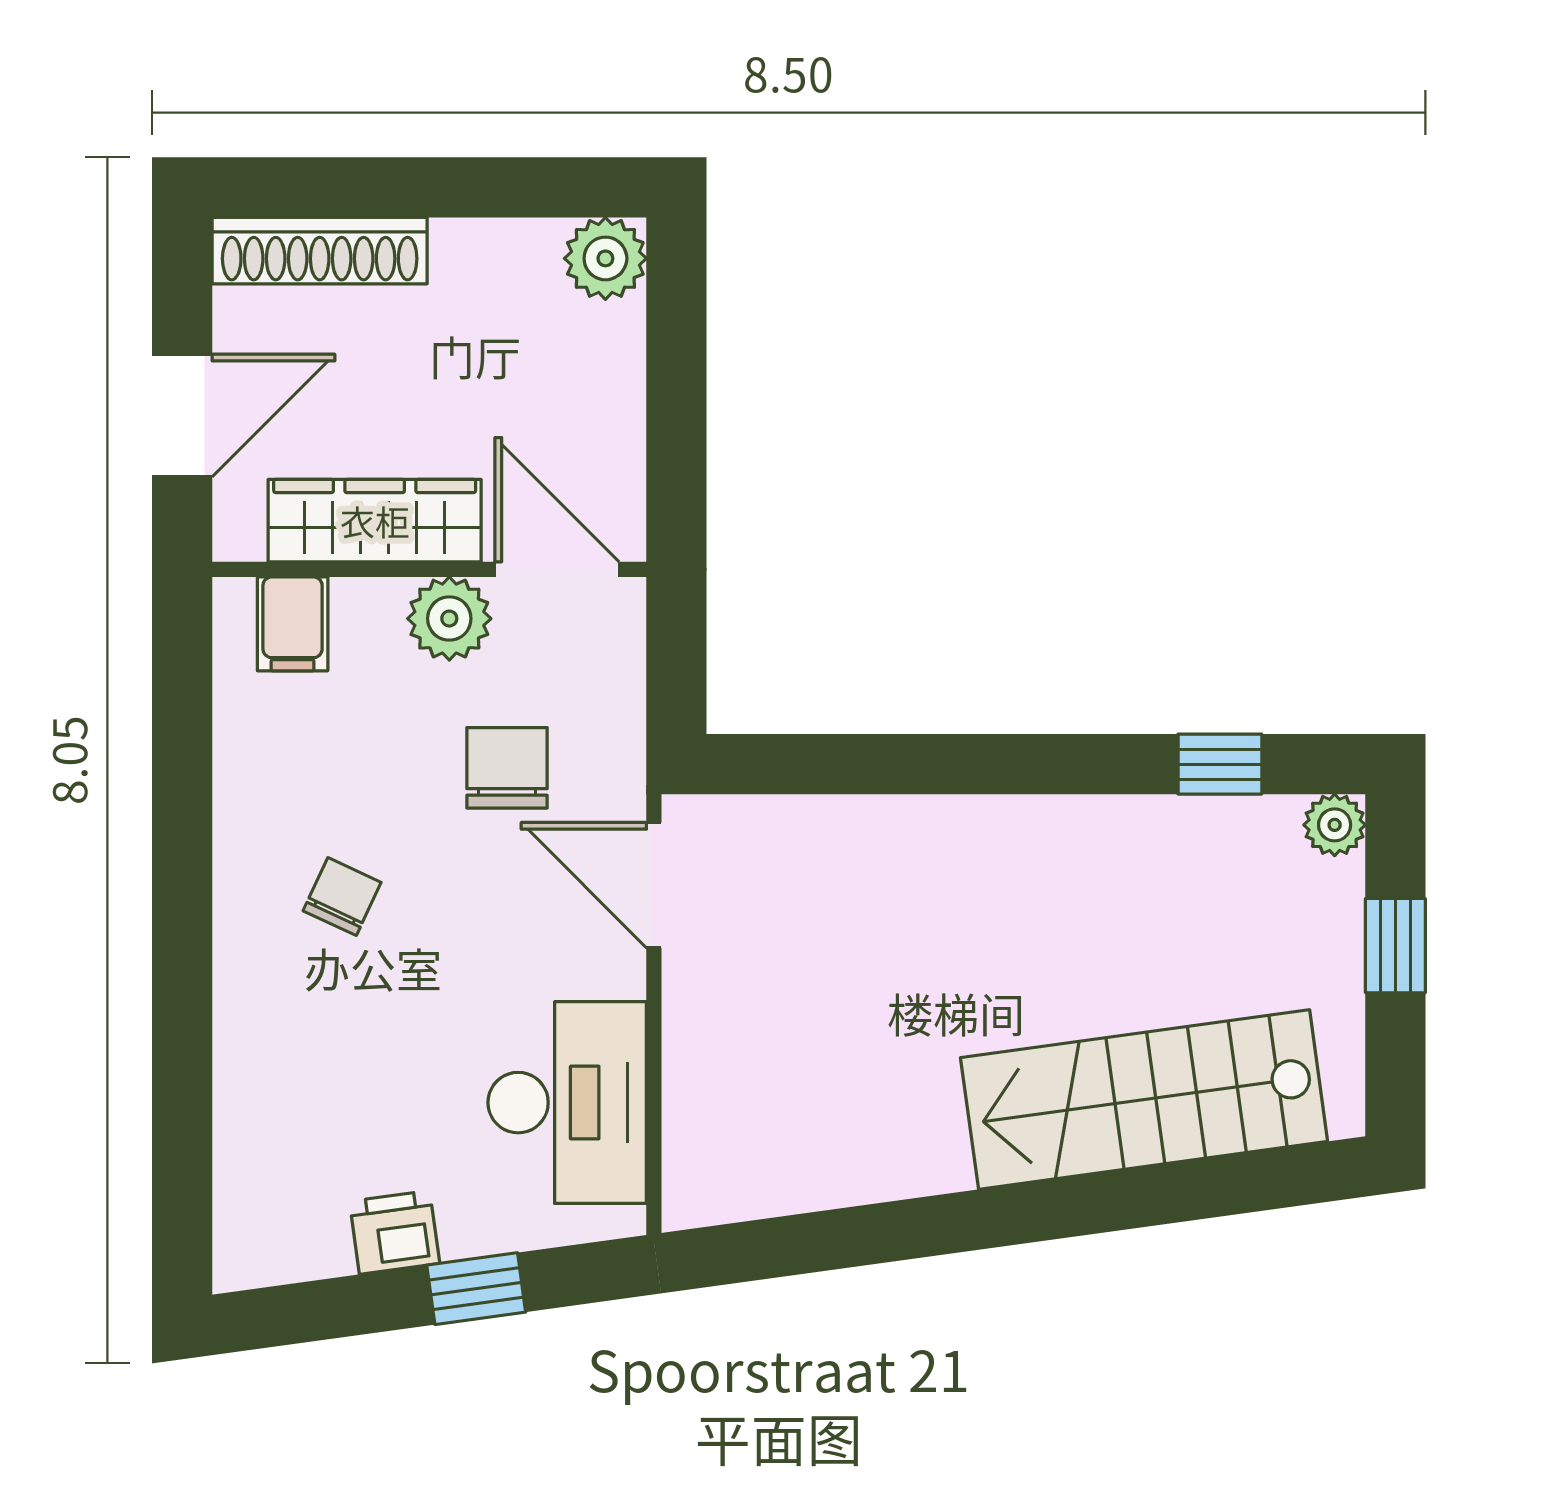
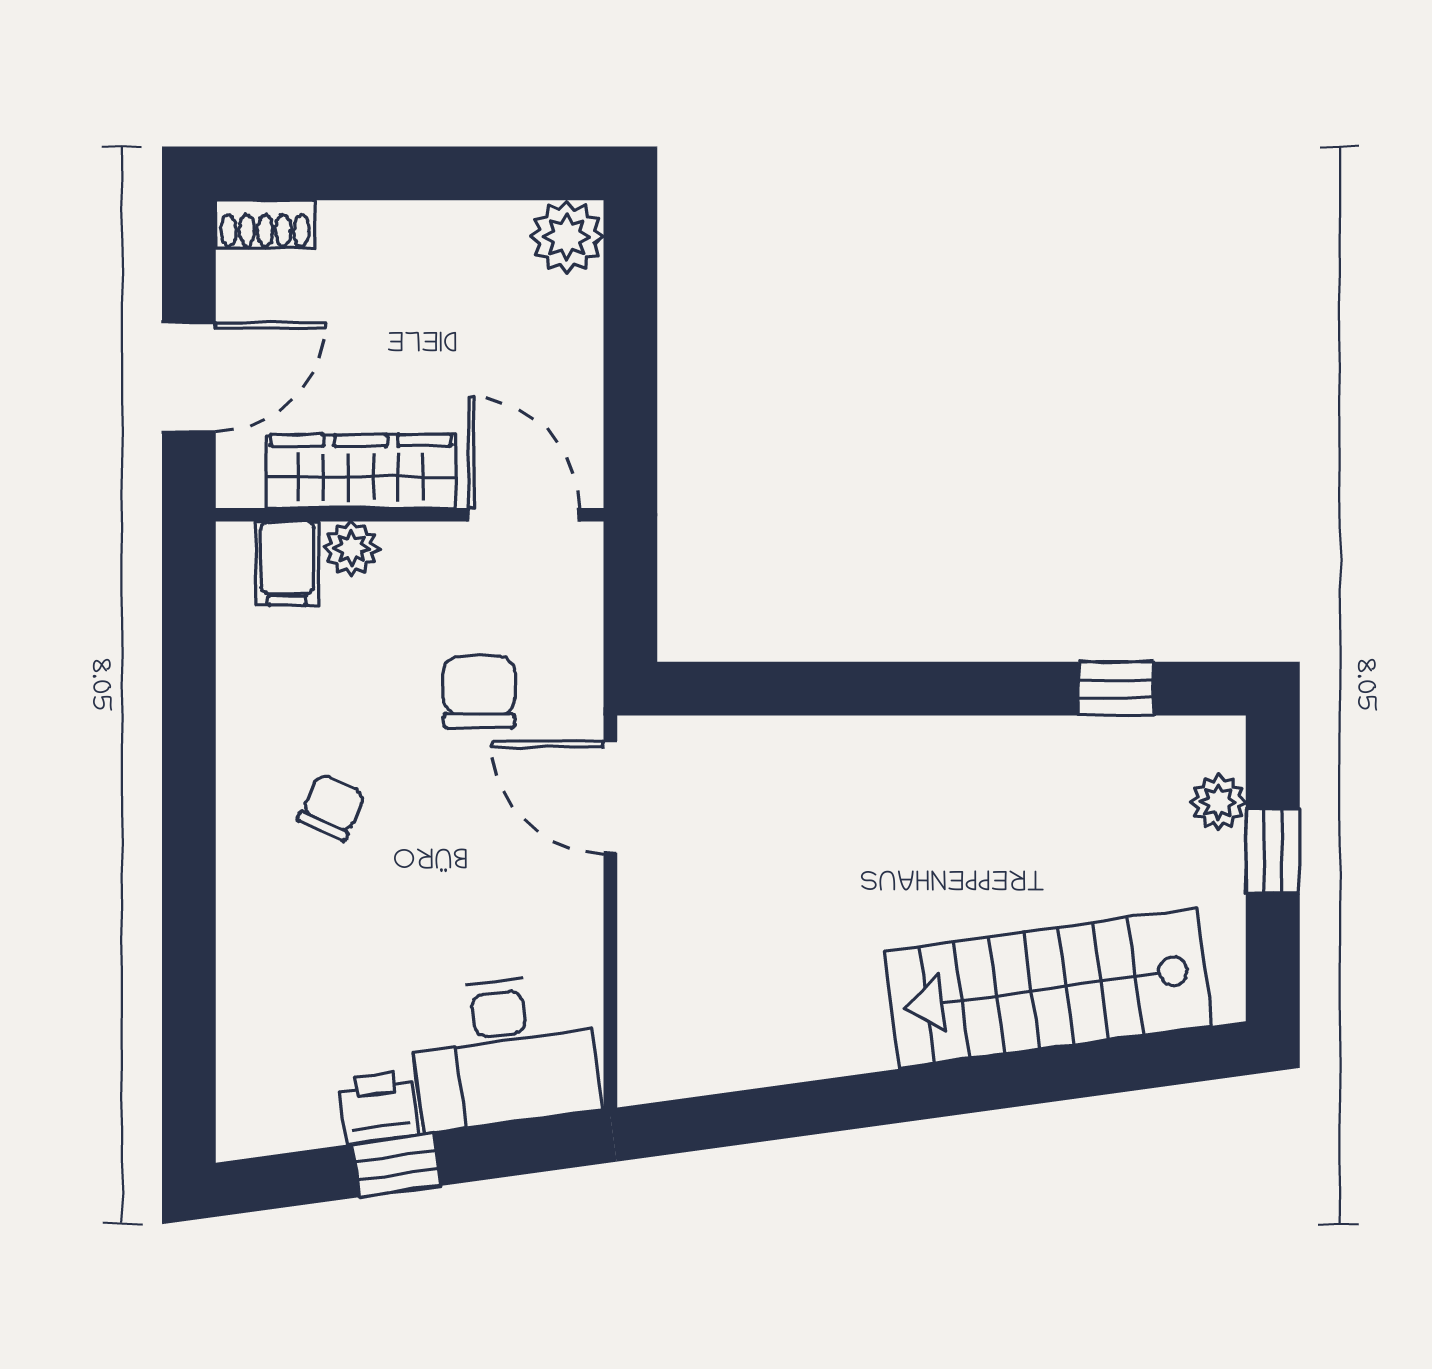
shoe rack: (320, 251) -> (265, 224), width x0.51, depth x0.81
plant: (449, 619) -> (351, 549), moved, width x0.73, depth x0.73
plant: (1335, 825) -> (1218, 802), moved
desk: (567, 1103) -> (504, 1052), moved, turned 82
window: (476, 1289) -> (397, 1165), moved

